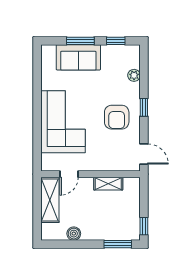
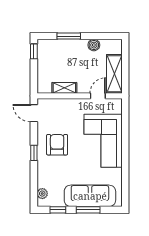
sofa: (78, 57) -> (90, 196), width x1.36
plant: (134, 75) -> (42, 194), moved
window: (118, 244) -> (69, 36), moved

